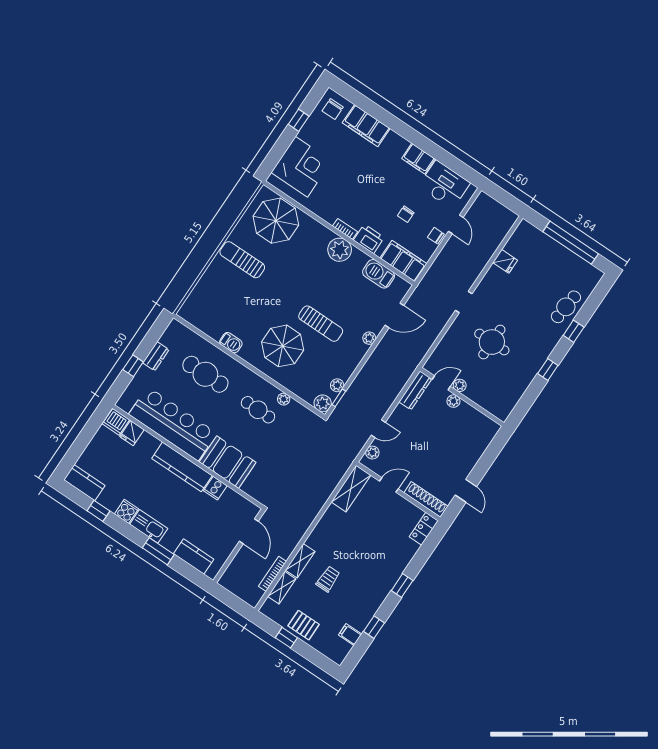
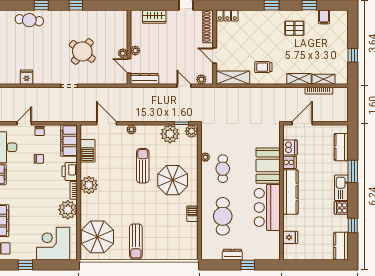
plant: (328, 208) -> (68, 210), added
round table: (492, 342) -> (82, 51), turned 38
plant: (337, 385) -> (170, 134), width x1.87, depth x1.87
dishwasher: (116, 422) -> (290, 147), moved
bar counter: (173, 424) -> (267, 207), width x0.73
wardrobe: (477, 447) -> (154, 17), added
trolley: (328, 579) -> (263, 67), moved
pallet: (304, 625) -> (294, 28), moved, turned 90

